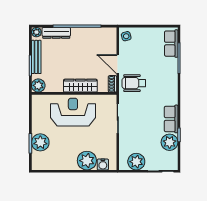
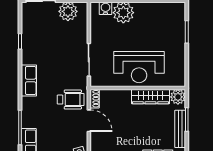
wardrobe: (80, 86) -> (150, 97), moved
row of seats: (171, 119) -> (29, 80), moved
plant: (40, 142) -> (176, 33), removed
plant: (170, 142) -> (31, 33), removed

